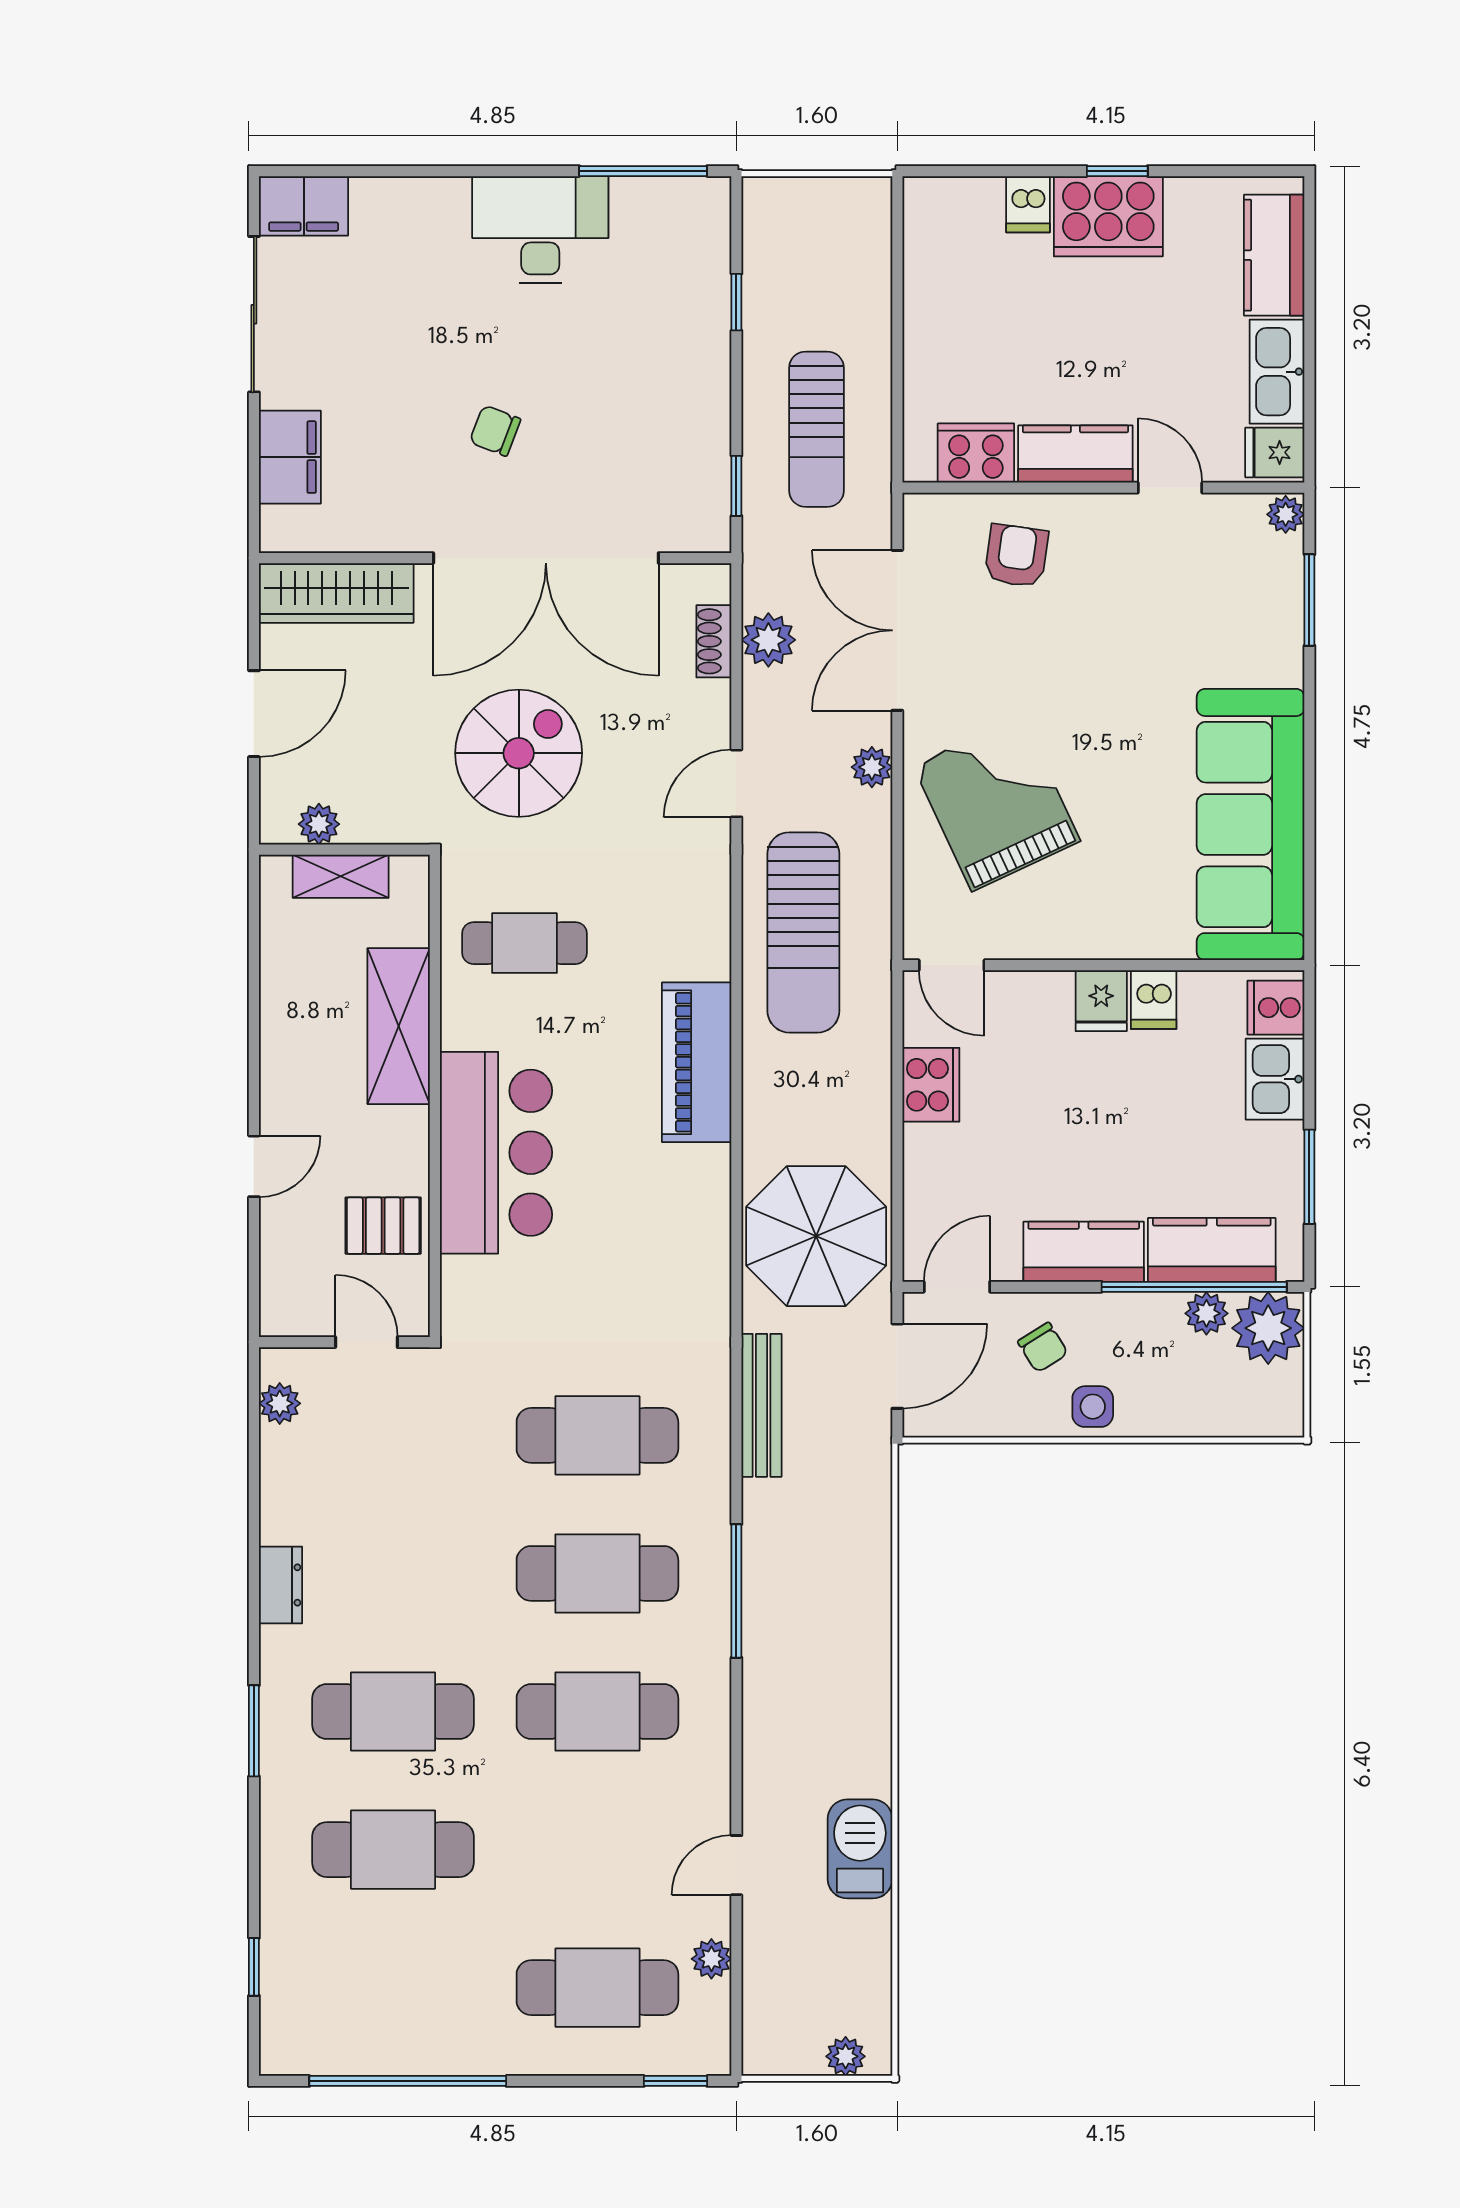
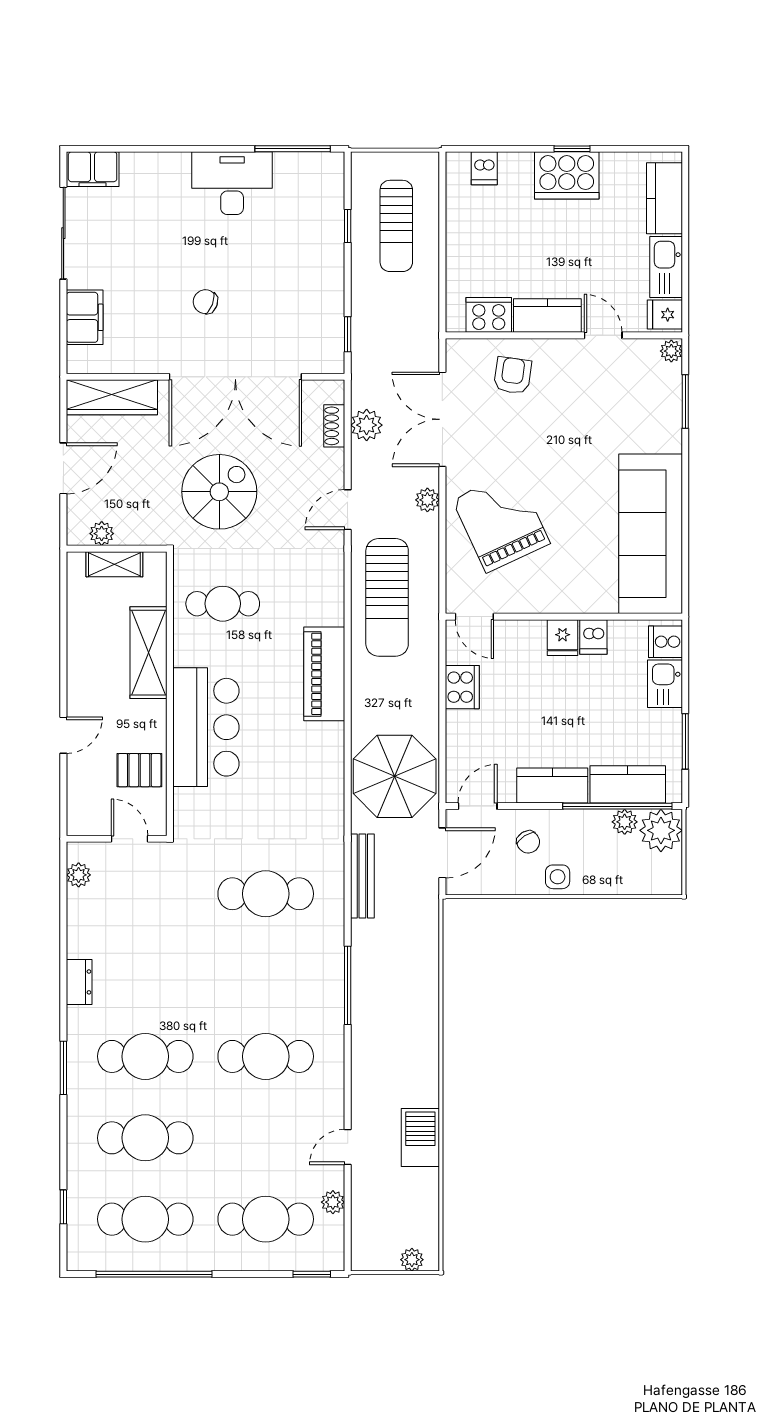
dishwasher: (1028, 204) -> (484, 168), moved
sun lounger: (816, 429) -> (396, 226), moved
cafe table: (597, 1573) -> (145, 1219), moved

